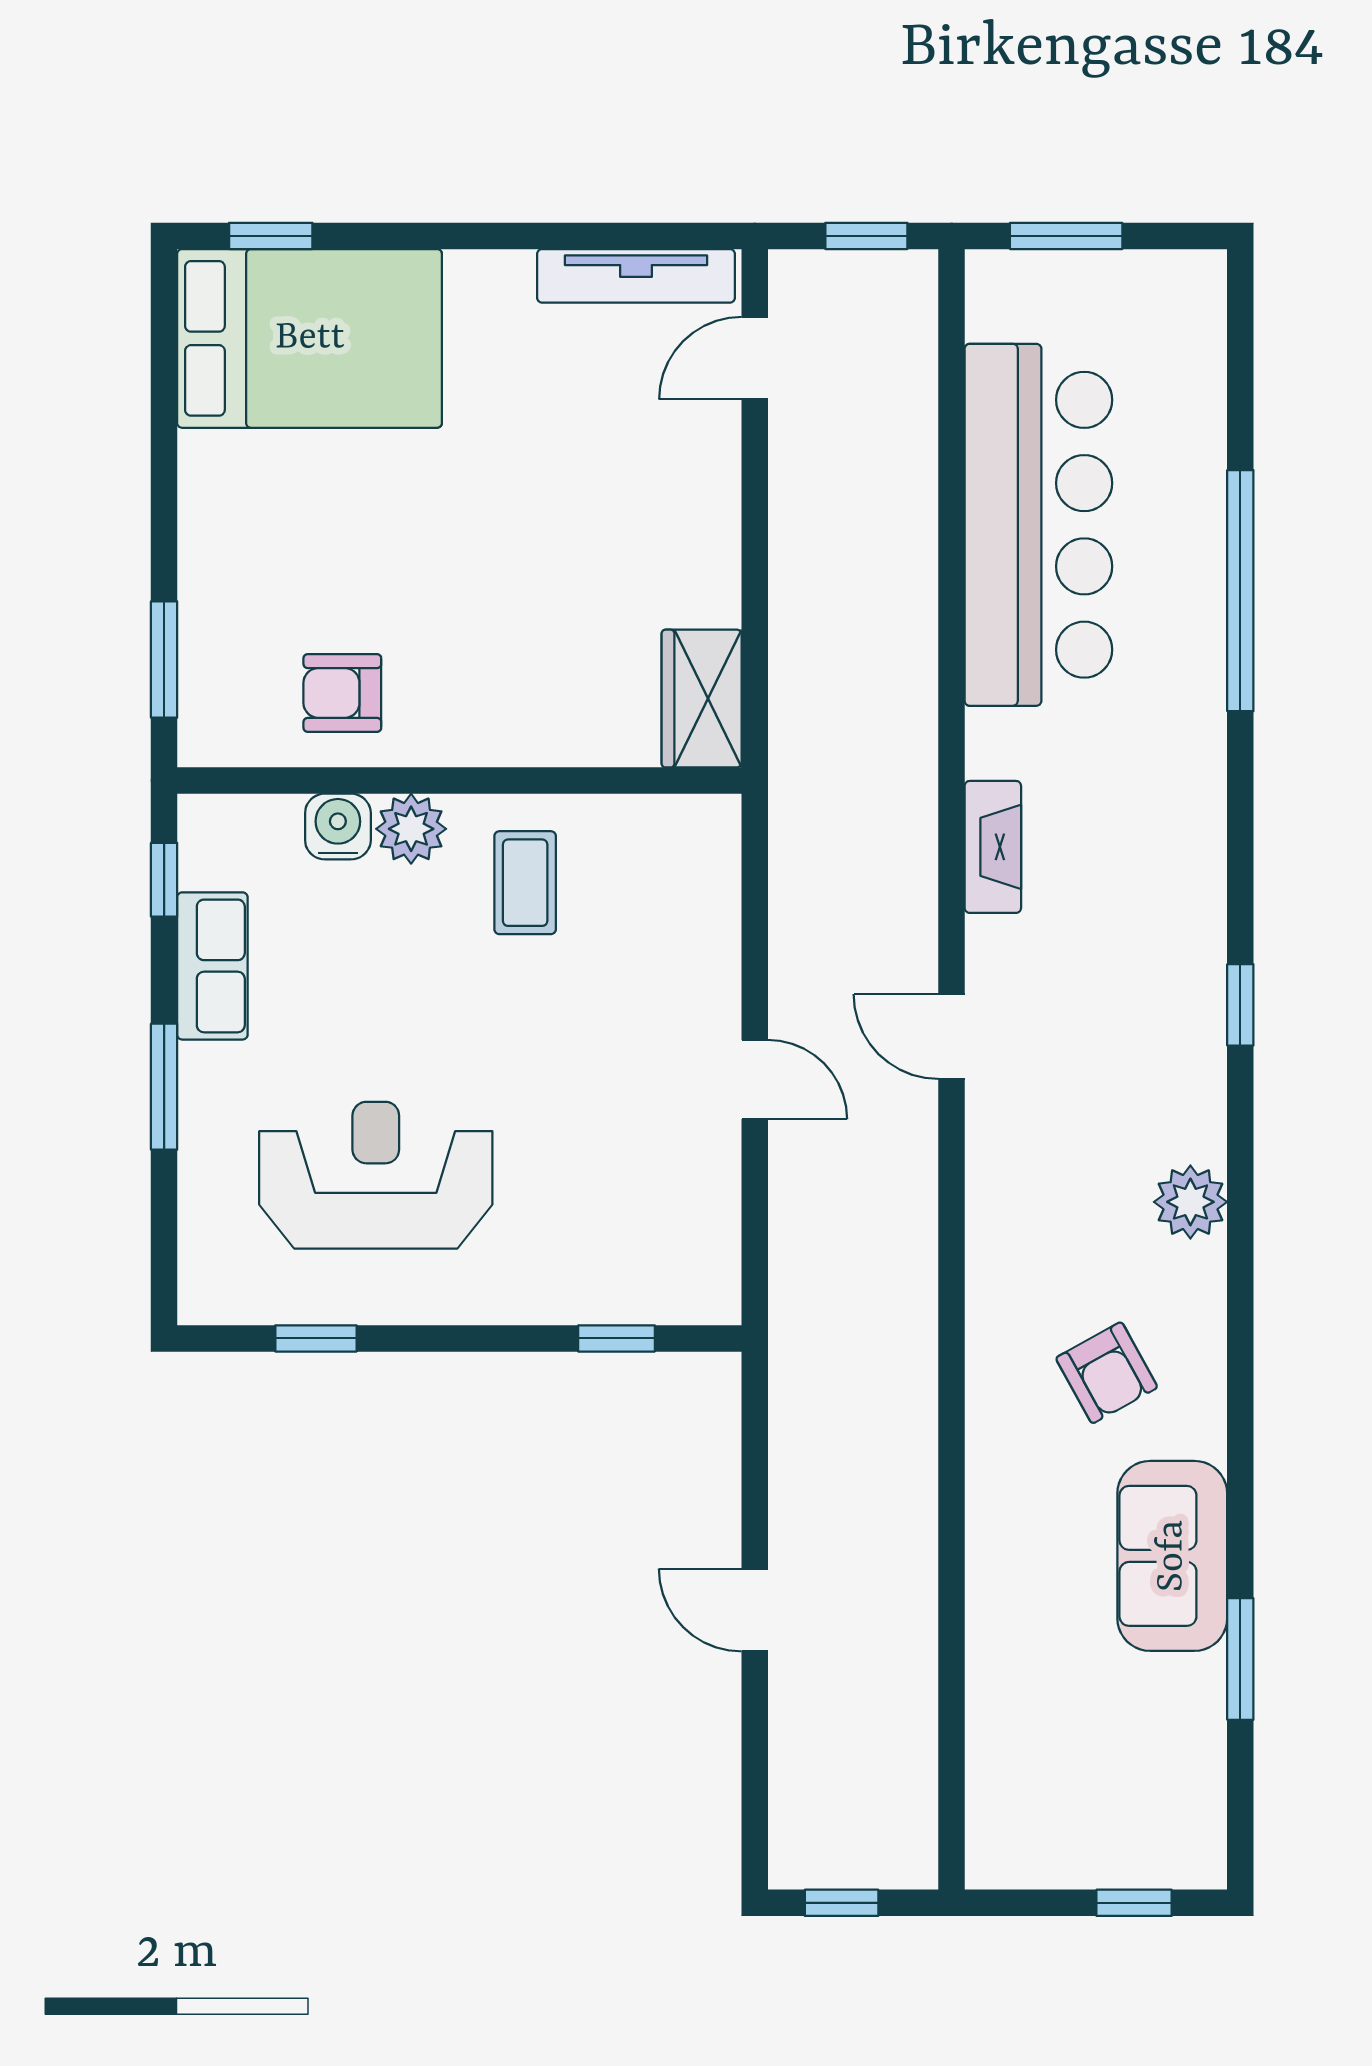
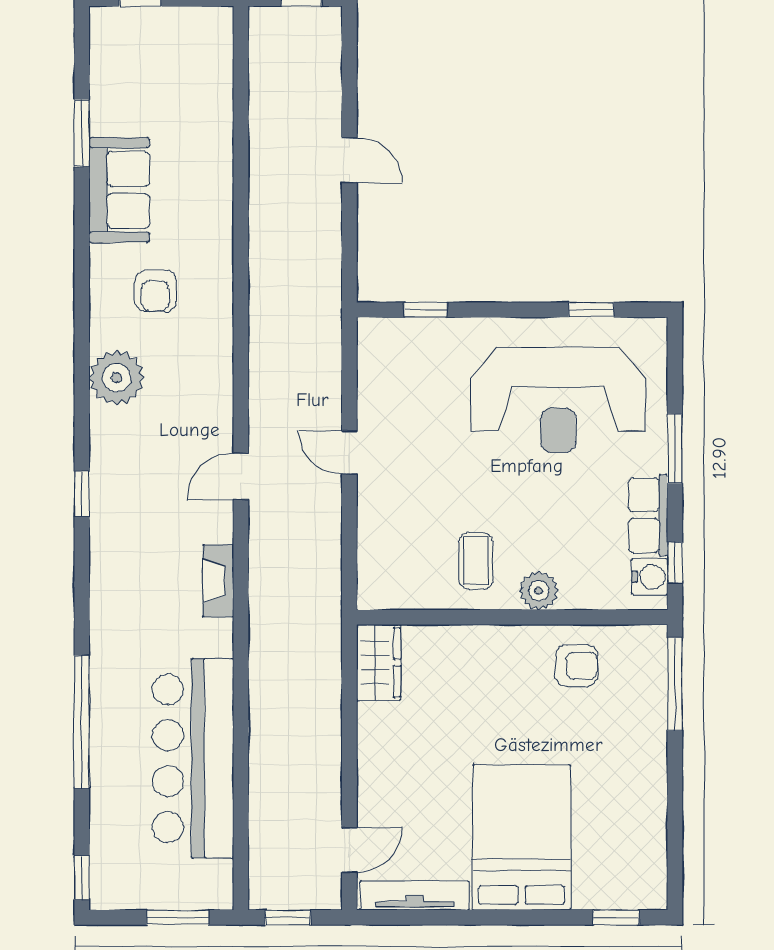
window: (1240, 308) -> (82, 878), added
bed: (310, 338) -> (521, 837), moved, turned 90
window: (164, 660) -> (675, 684), width x1.44
water cooler: (338, 827) -> (650, 577), moved, turned -90
door: (952, 1036) -> (241, 476), swing flipped
reception desk: (376, 1175) -> (558, 400), width x1.36, depth x1.30
plant: (1190, 1202) -> (117, 378), width x1.36, depth x1.36
armchair: (1107, 1373) -> (155, 291), turned -151

